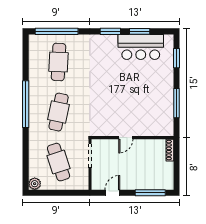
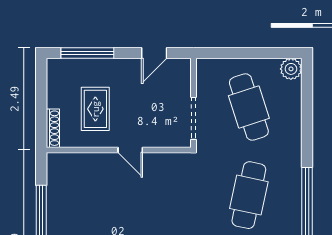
door: (126, 138) -> (130, 150), swing flipped
rug: (146, 161) -> (95, 109), added

